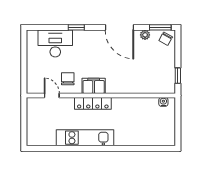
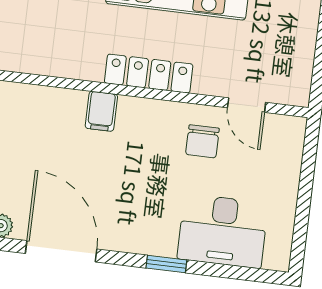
filing cabinet: (94, 86) -> (101, 111), moved, width x0.50

